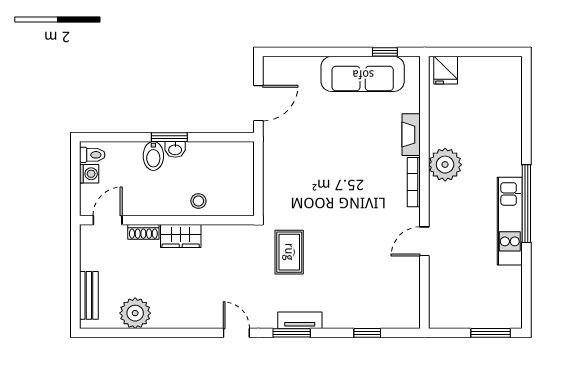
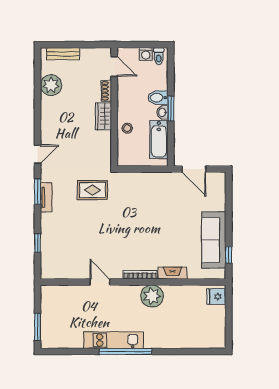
bathtub: (215, 155) -> (159, 139), added

